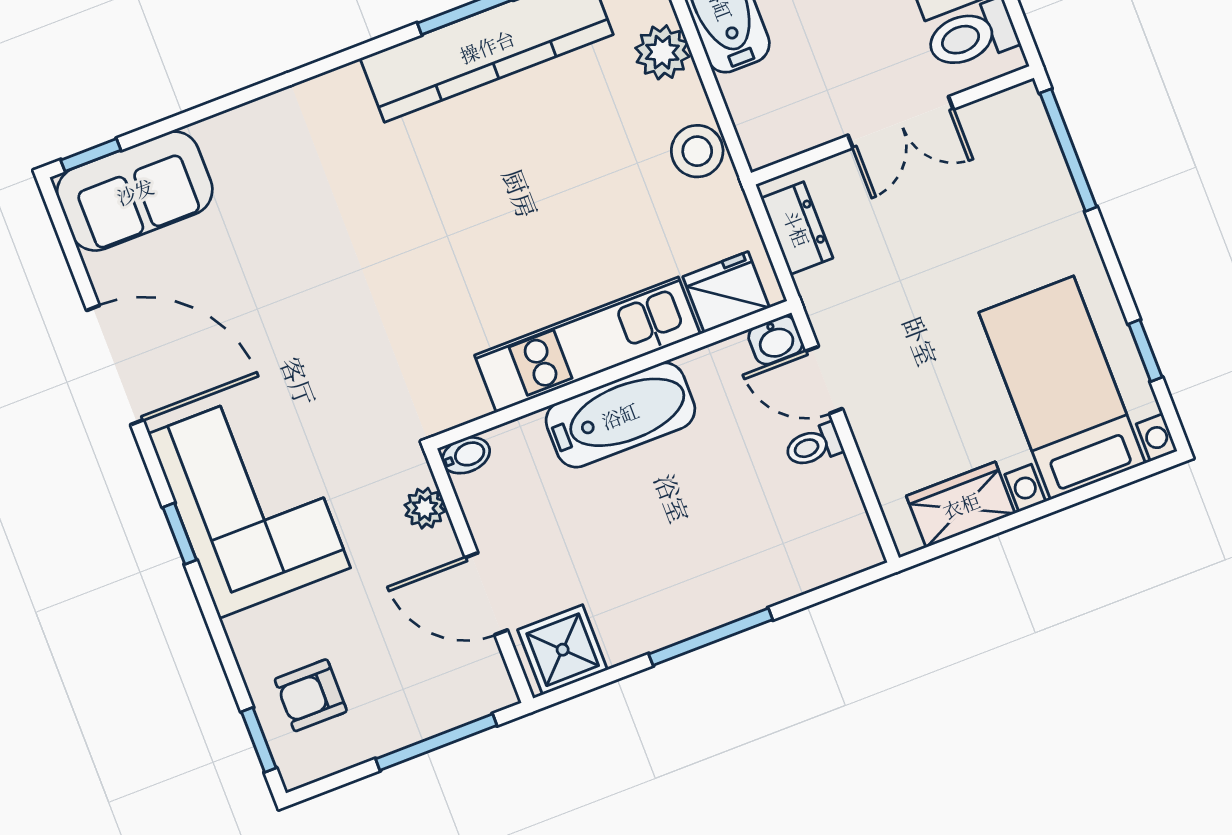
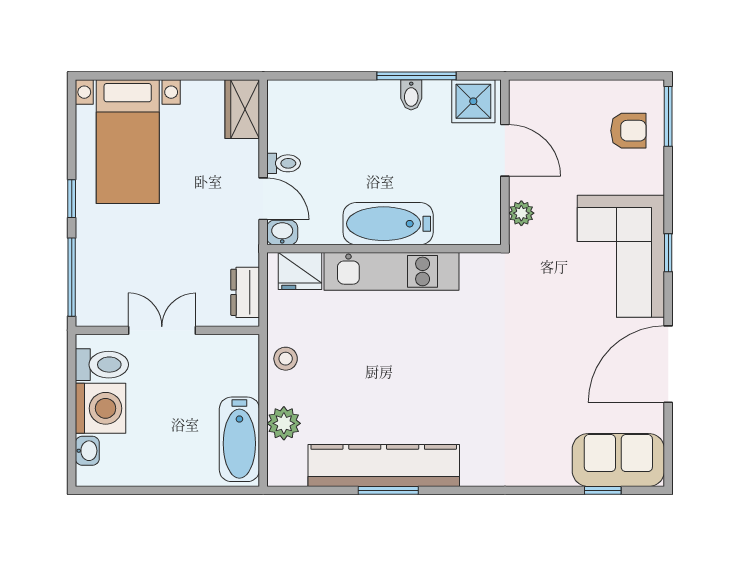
stool: (697, 151) -> (286, 359), width x0.73, depth x0.73
window: (91, 155) -> (603, 490), moved
window: (1145, 351) -> (72, 199), moved
door: (115, 365) -> (668, 364), hinge flipped
bidet: (466, 455) -> (411, 95), moved, turned -90
wardrobe: (961, 505) -> (242, 109), moved, turned 90
window: (711, 637) -> (416, 76), moved
window: (259, 740) -> (668, 116), width x1.50
window: (436, 742) -> (566, 76), removed

